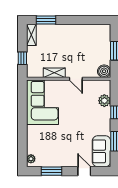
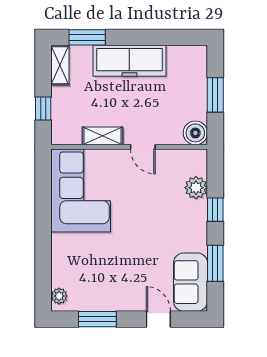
freezer: (69, 33) -> (129, 61), added

